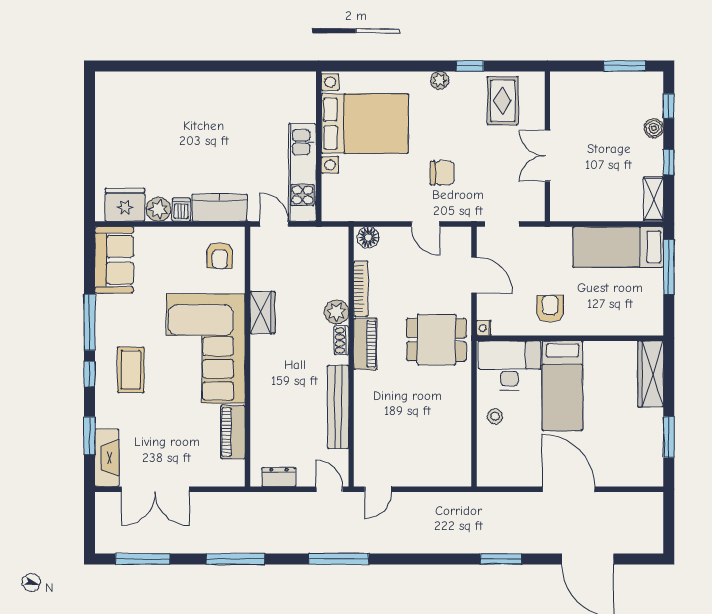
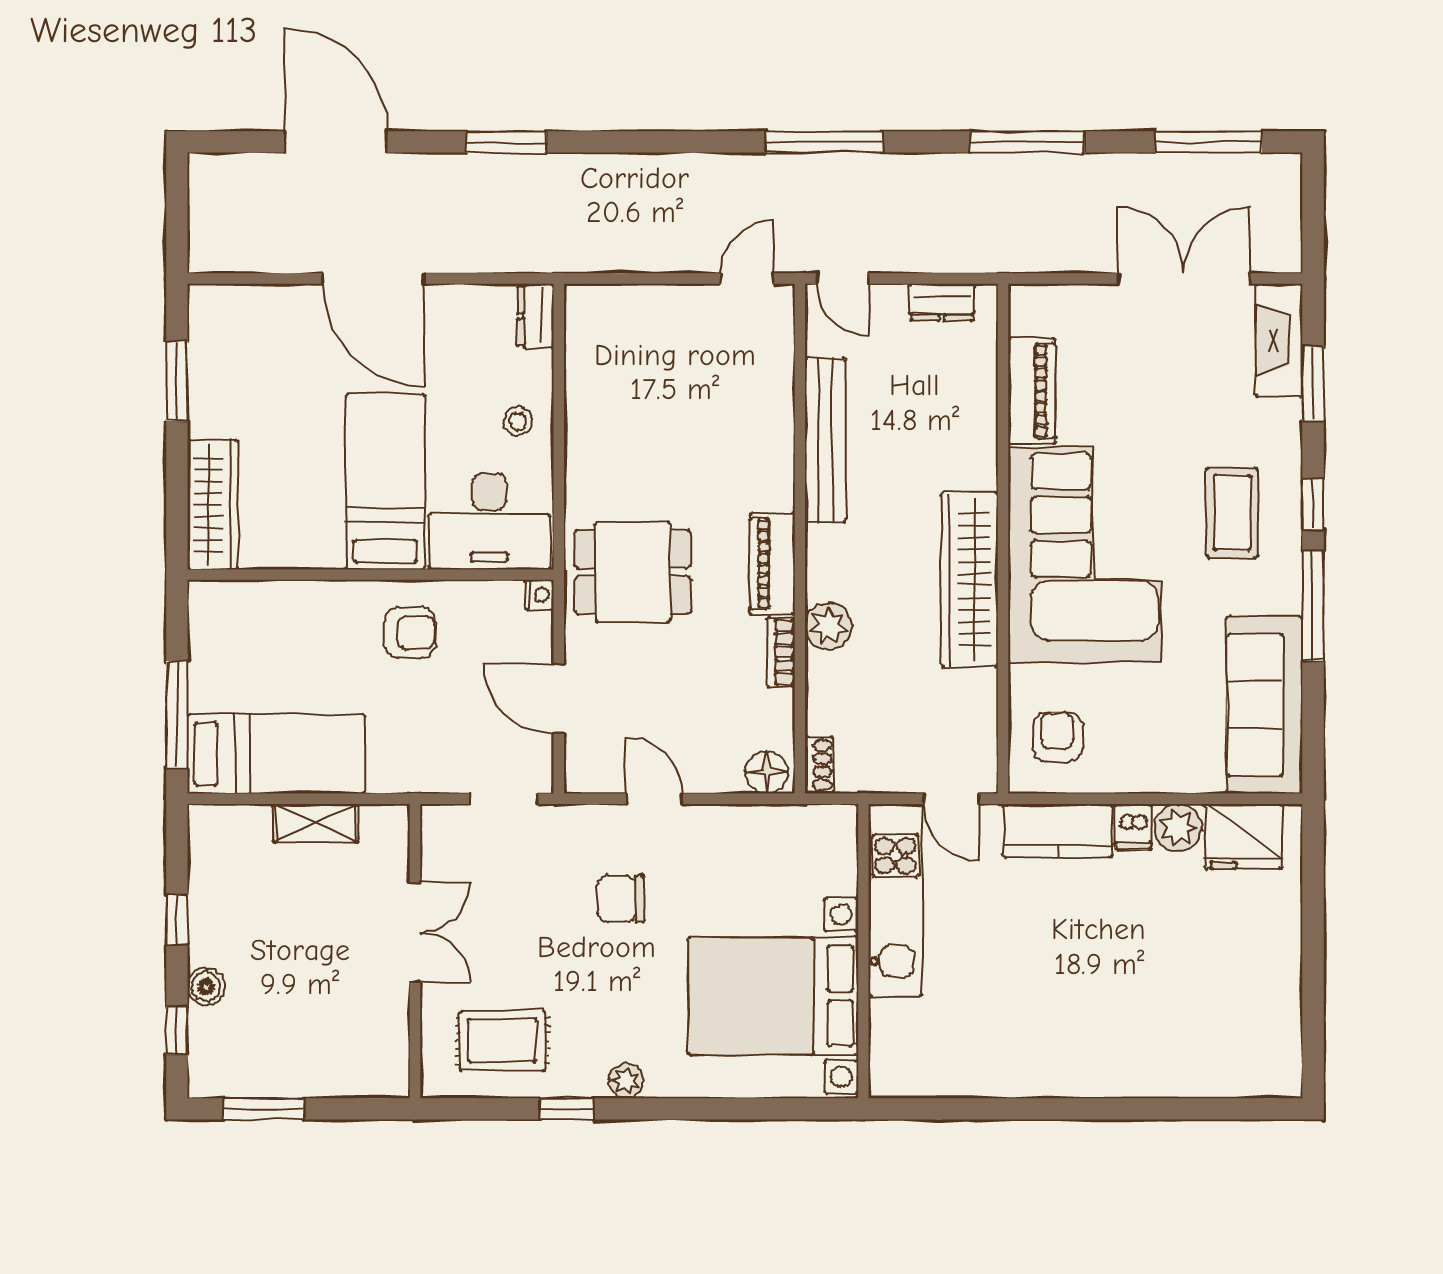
rug: (503, 101) -> (502, 1041), turned 90
shelving: (654, 199) -> (316, 823), moved, turned 90
sofa: (114, 260) -> (1265, 705), width x1.36
bookcase: (361, 289) -> (781, 652), width x0.64
armchair: (550, 309) -> (410, 633), turned -90
wardrobe: (262, 312) -> (970, 580), width x2.10, depth x1.17
shoe rack: (341, 340) -> (819, 765), moved
dresser: (486, 470) -> (536, 316), added

